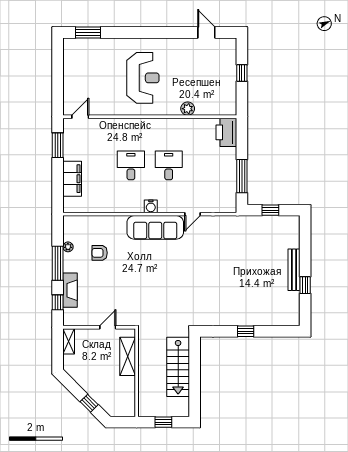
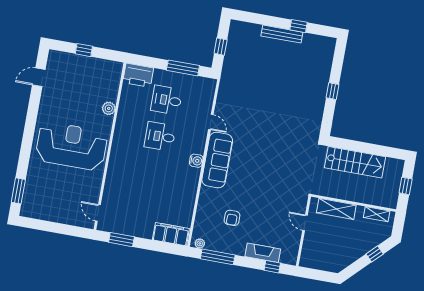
reception desk: (143, 78) -> (71, 146), width x1.36, depth x1.30
desk: (131, 165) -> (167, 100), moved
filing cabinet: (72, 179) -> (171, 234), moved
plant: (68, 247) -> (200, 243), moved
window: (58, 263) -> (218, 257), moved
shelving: (69, 341) -> (377, 214), moved

